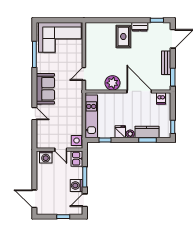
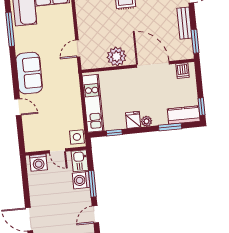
kitchen counter: (147, 132) -> (184, 115), moved
washing machine: (77, 186) -> (81, 180), moved

